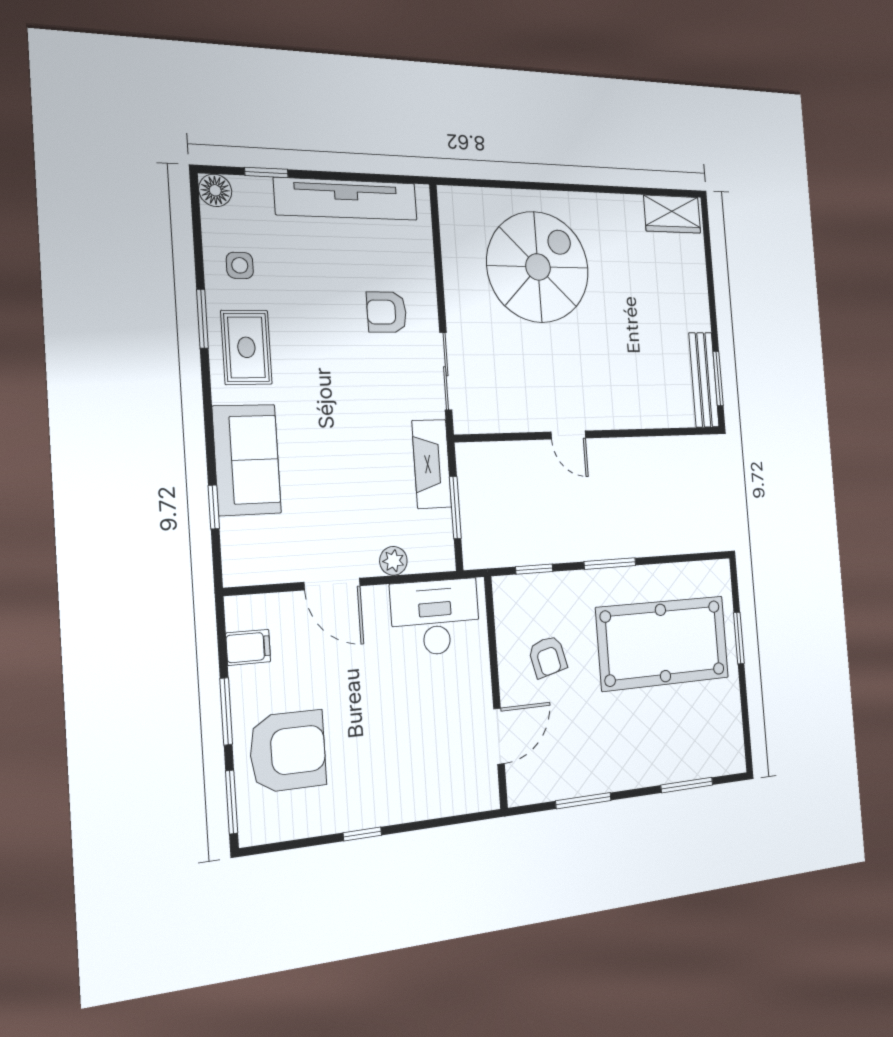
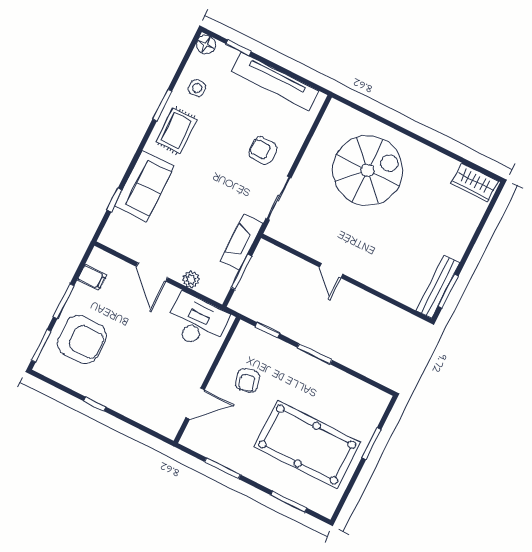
pool table: (663, 643) -> (307, 445), moved

